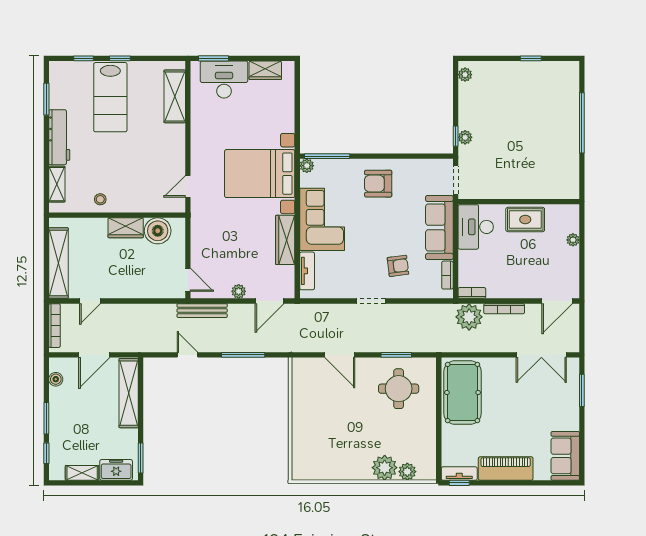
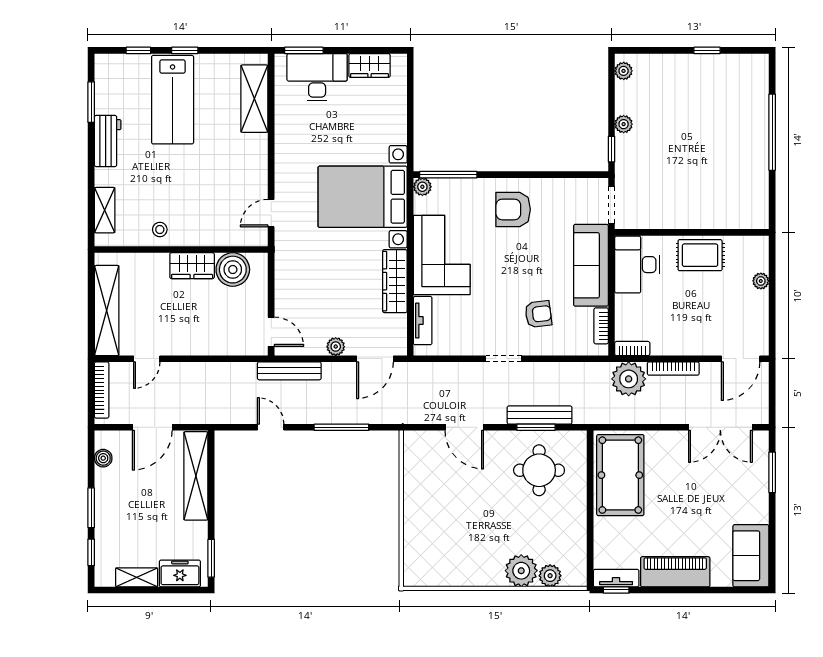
workbench: (59, 137) -> (108, 141), width x0.73
plant: (465, 137) -> (624, 124), moved
bench: (399, 345) -> (540, 415), added

